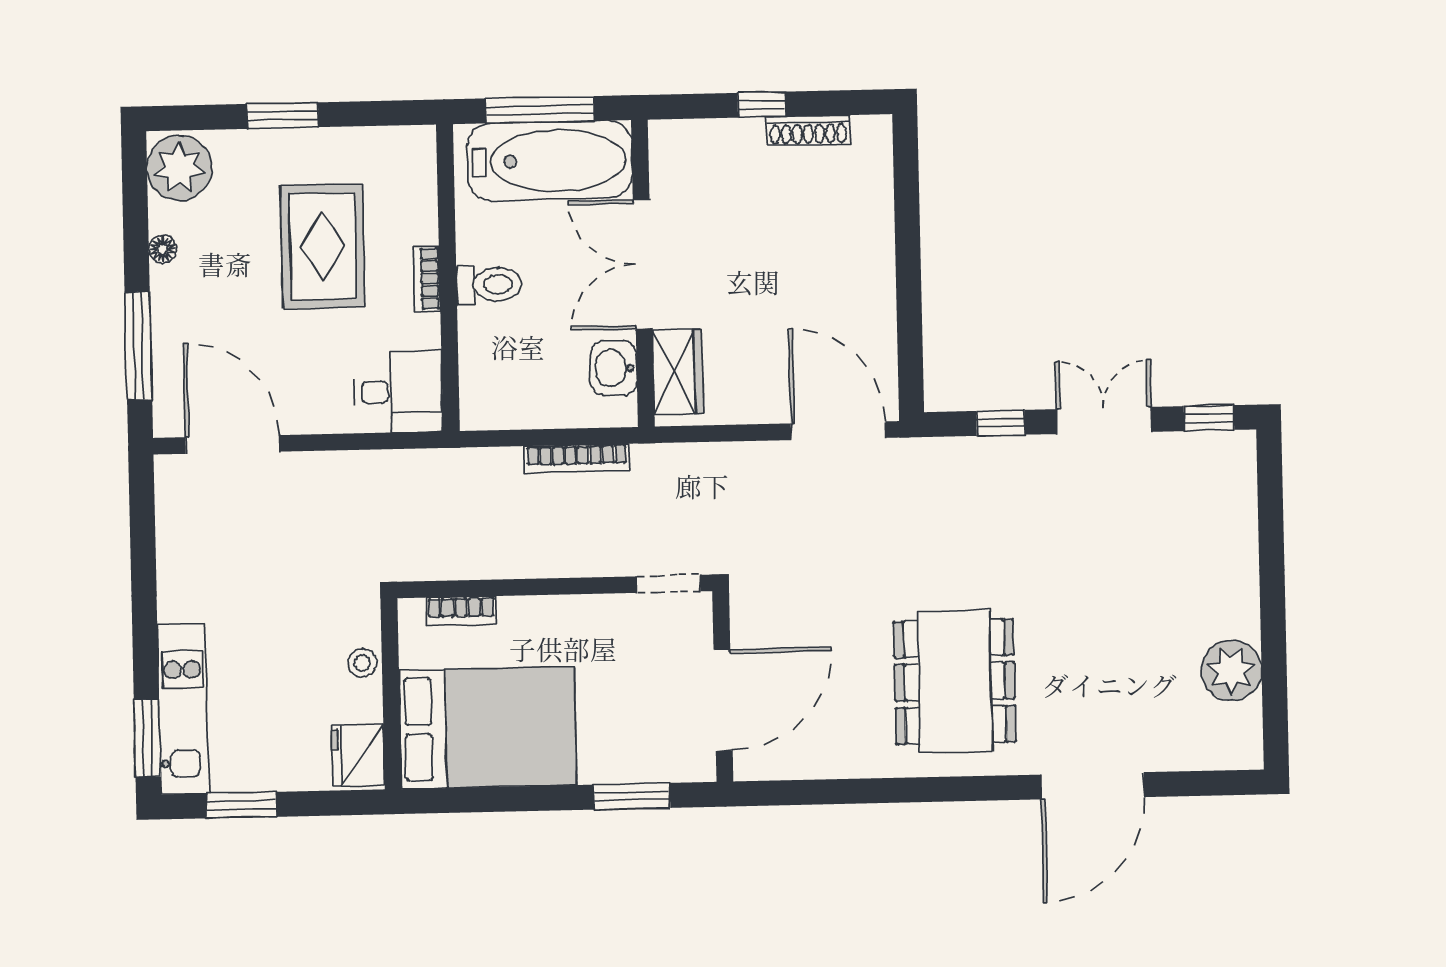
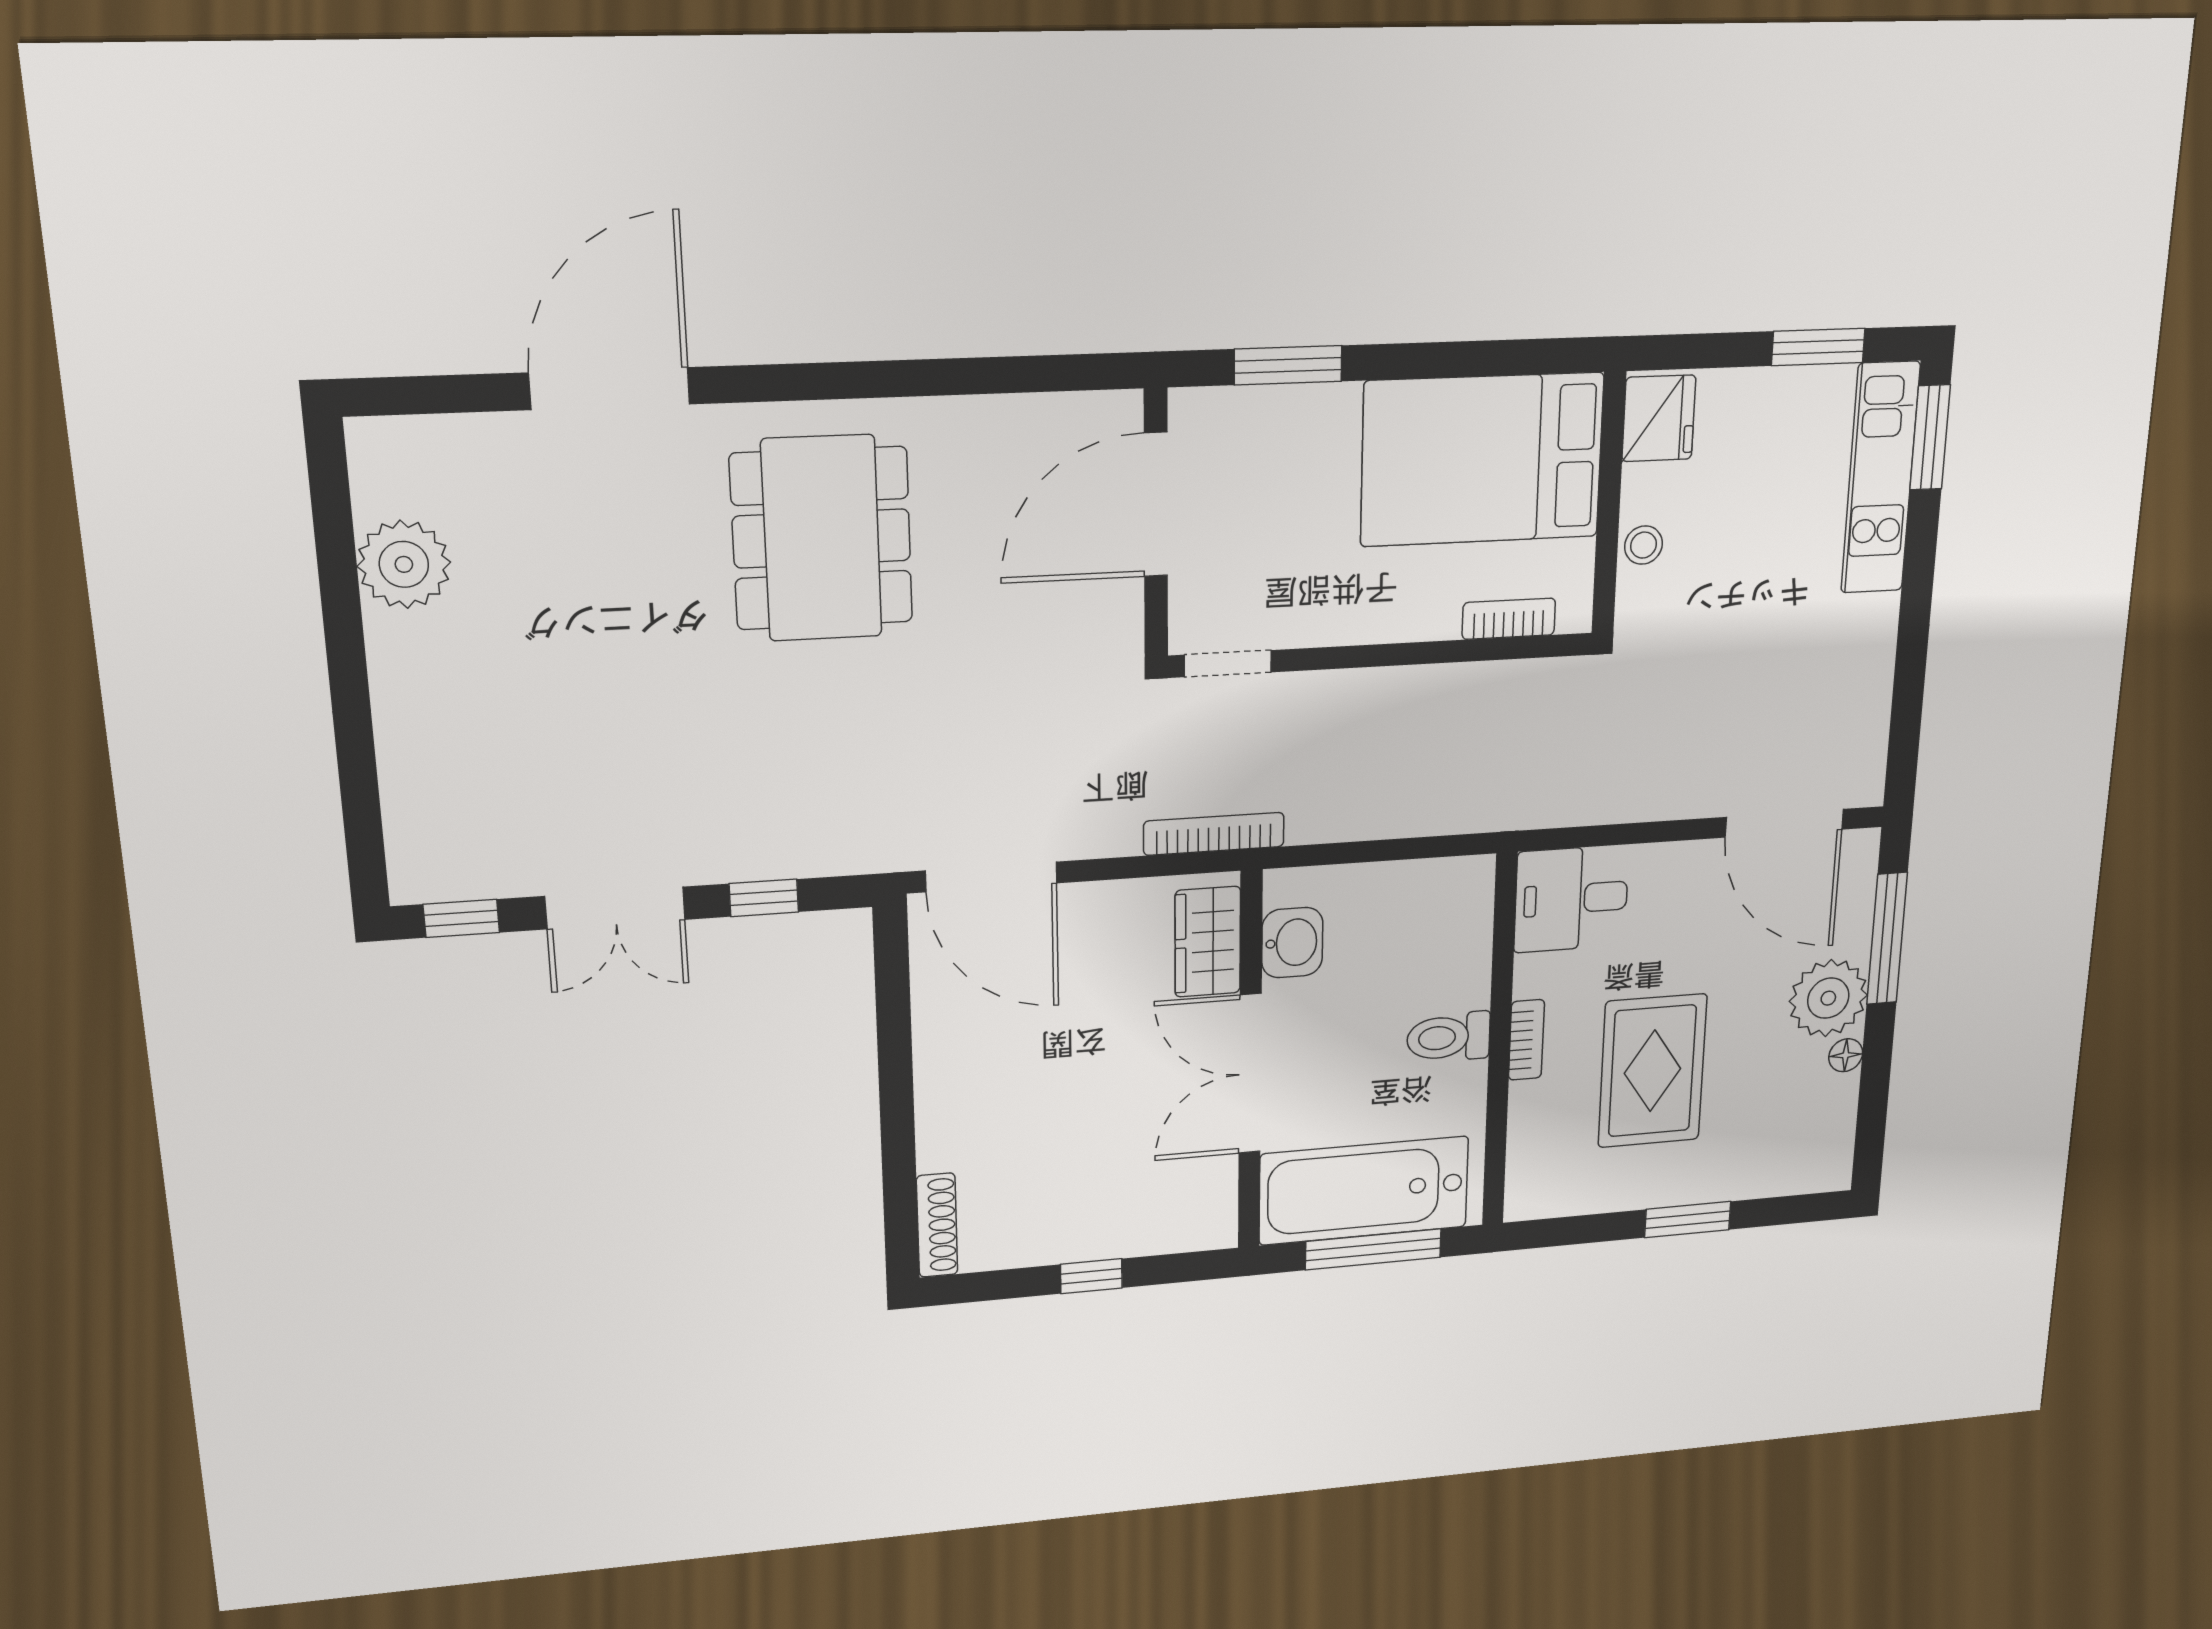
shoe rack: (808, 130) -> (937, 1225), moved, turned 90
plant: (179, 168) -> (1828, 998), moved
double door: (643, 264) -> (1250, 1074), swing flipped
bookcase: (577, 458) -> (1214, 834), moved

